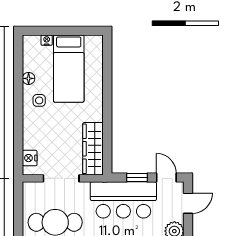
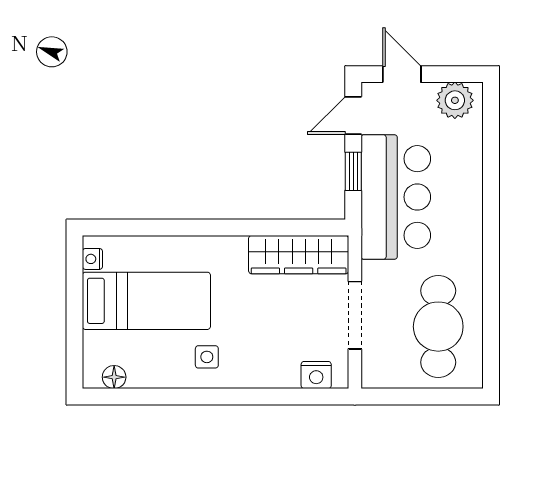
nightstand: (47, 40) -> (92, 259), moved
floor lamp: (29, 78) -> (114, 377), moved

